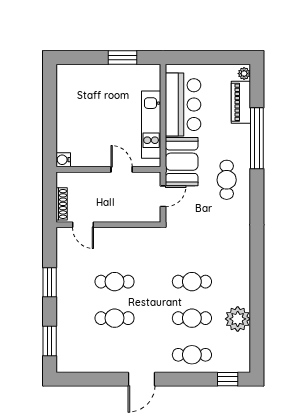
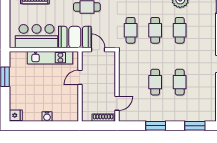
fridge: (65, 74) -> (16, 115), added
water cooler: (63, 160) -> (47, 116), moved
cafe table: (192, 355) -> (131, 30), moved

